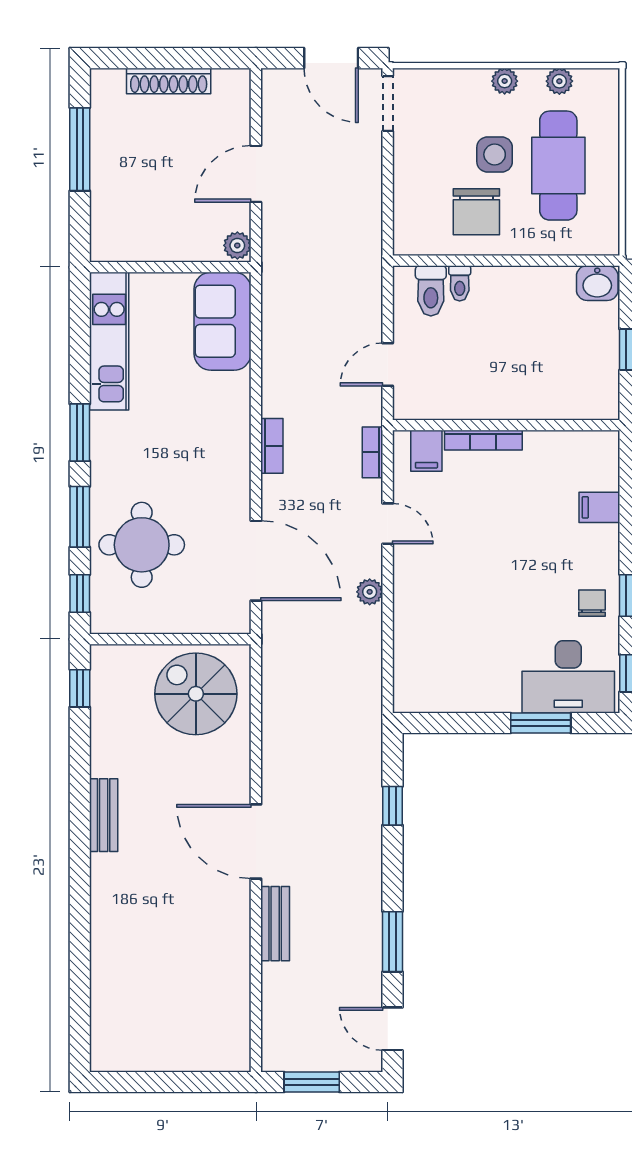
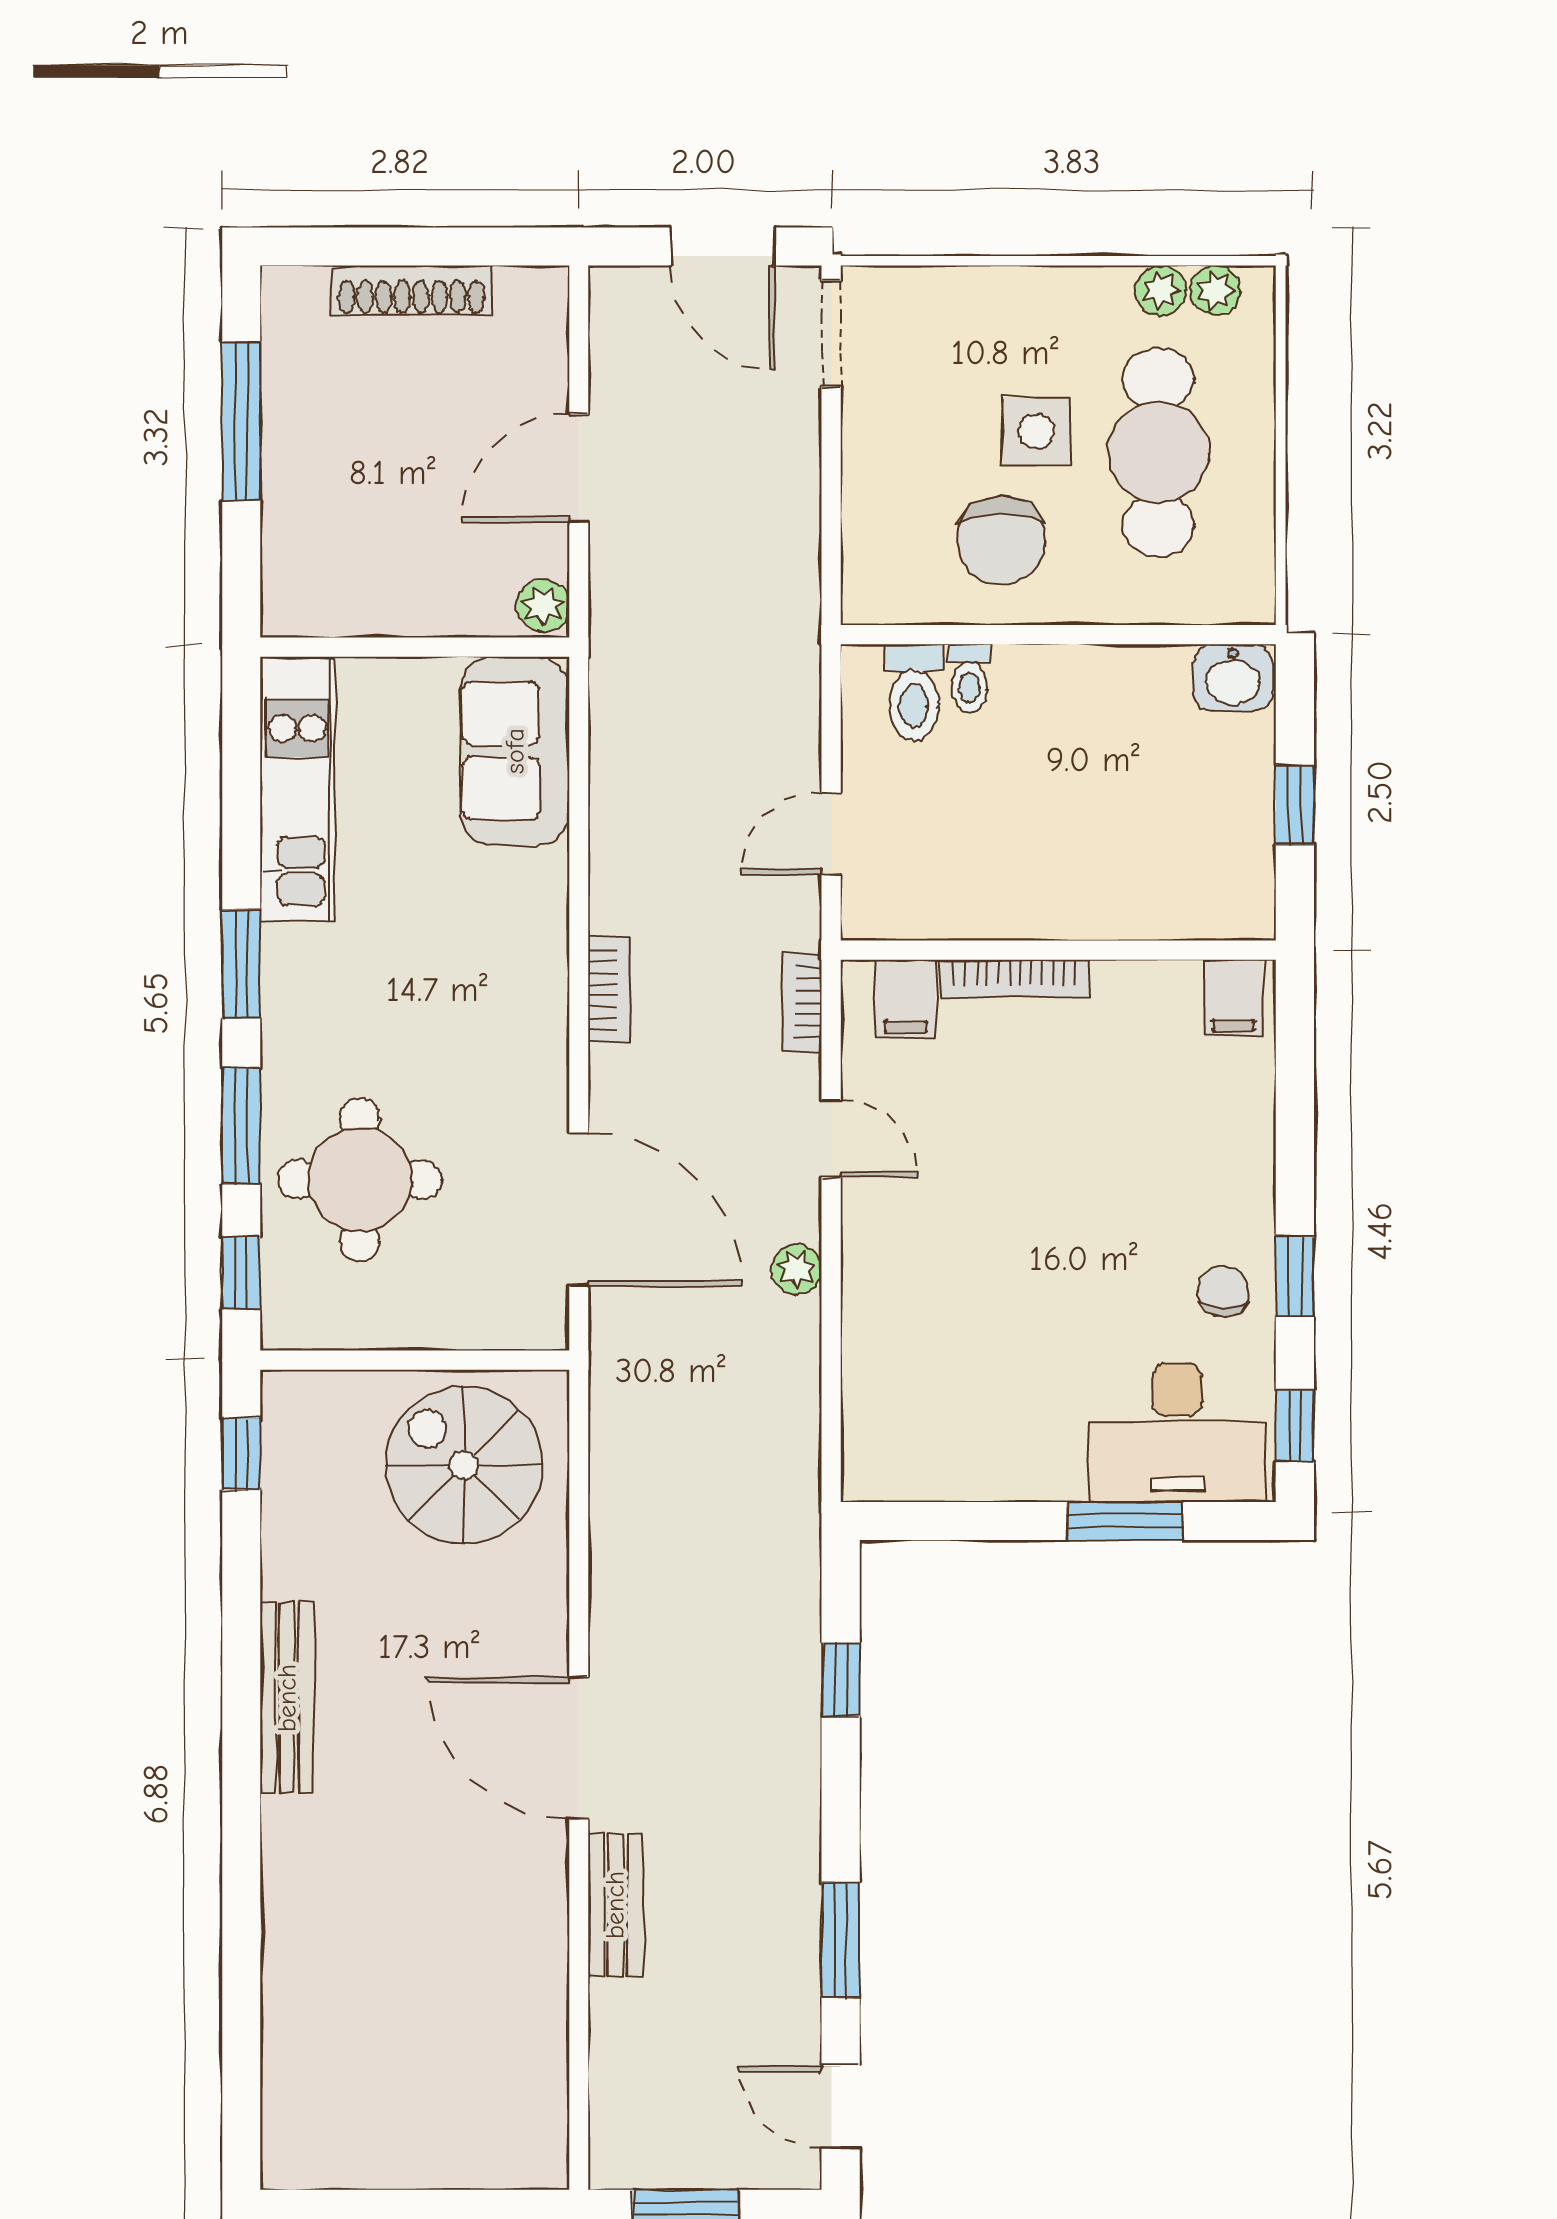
plant: (505, 81) -> (1216, 290), moved
filing cabinet: (599, 507) -> (1233, 998), moved, turned -90
bench: (104, 815) -> (287, 1698), width x1.36

